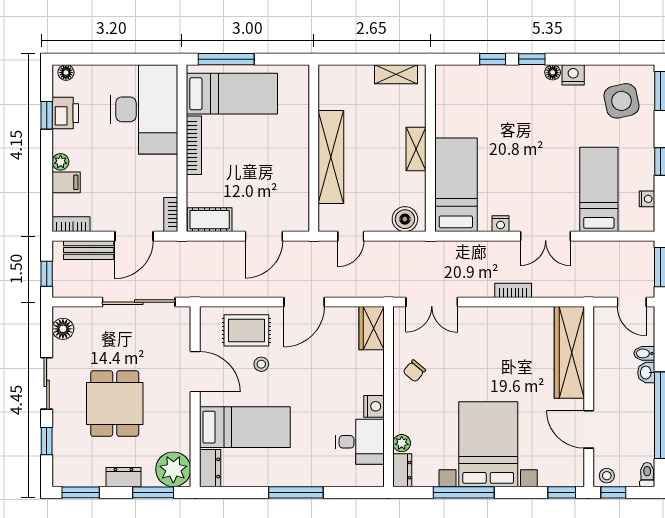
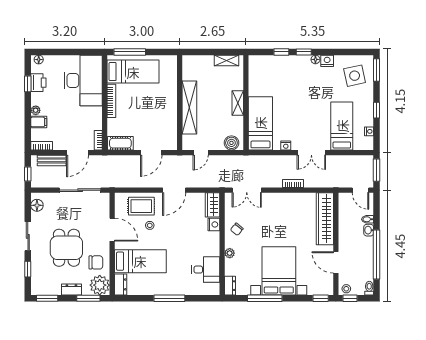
nightstand: (374, 406) -> (214, 224), moved
chair: (167, 429) -> (96, 262), added
plant: (402, 443) -> (230, 253), moved

